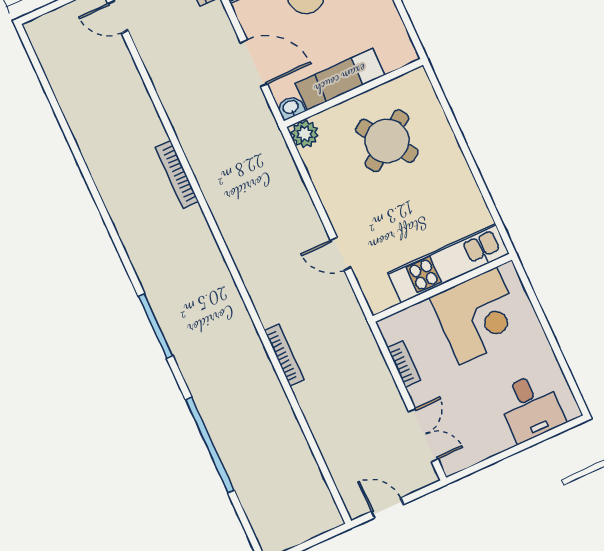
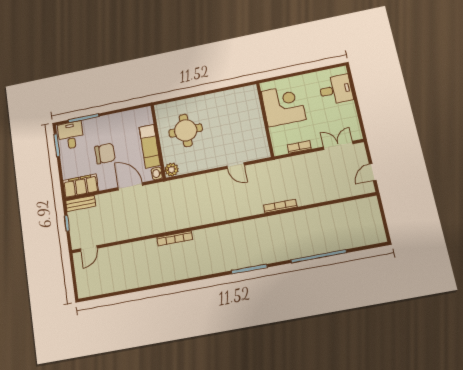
door: (254, 63) -> (130, 186), hinge flipped
round table: (387, 141) -> (186, 130), turned 36
door: (341, 254) -> (236, 166), hinge flipped
kitchen unit: (448, 263) -> (254, 114), removed

